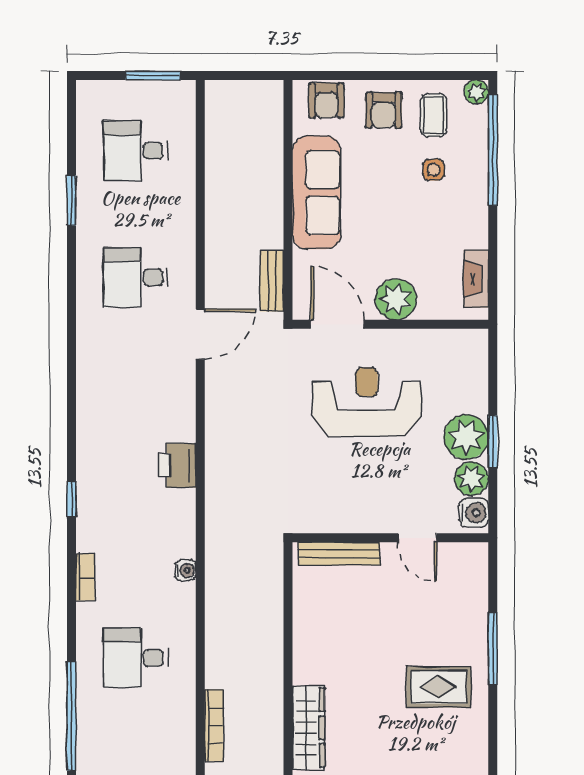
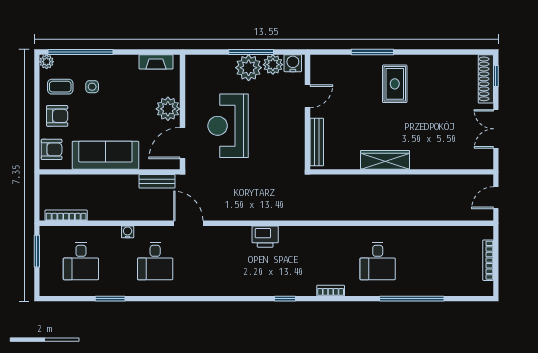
window: (493, 441) -> (251, 52), width x1.44
water cooler: (186, 570) -> (128, 232), moved
bookcase: (214, 725) -> (66, 215), moved
wardrobe: (309, 728) -> (385, 160), moved

